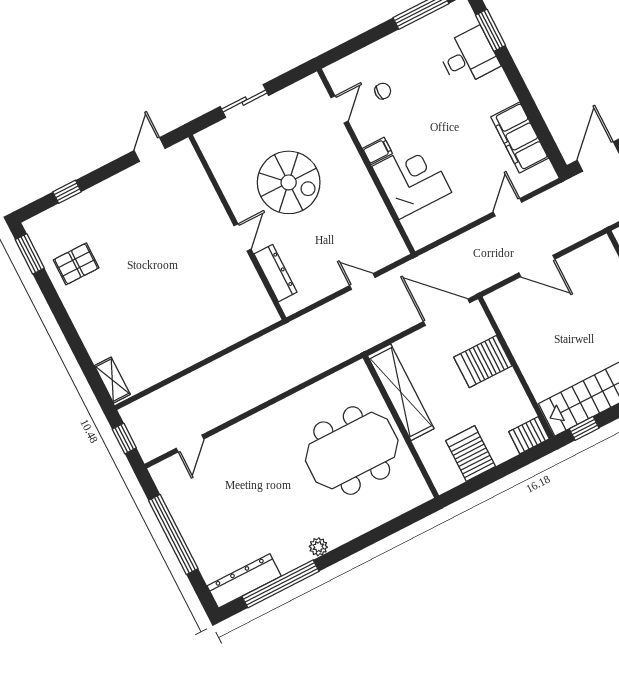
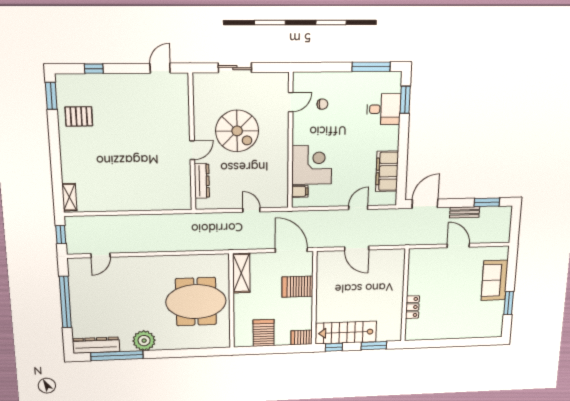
filing cabinet: (377, 151) -> (300, 191), moved
shelving: (401, 392) -> (241, 273), width x0.68
plant: (318, 547) -> (144, 341), width x1.87, depth x1.87

